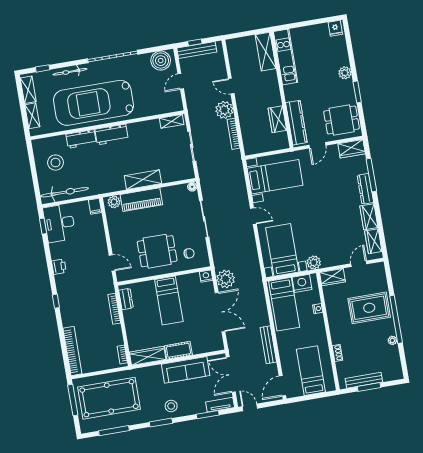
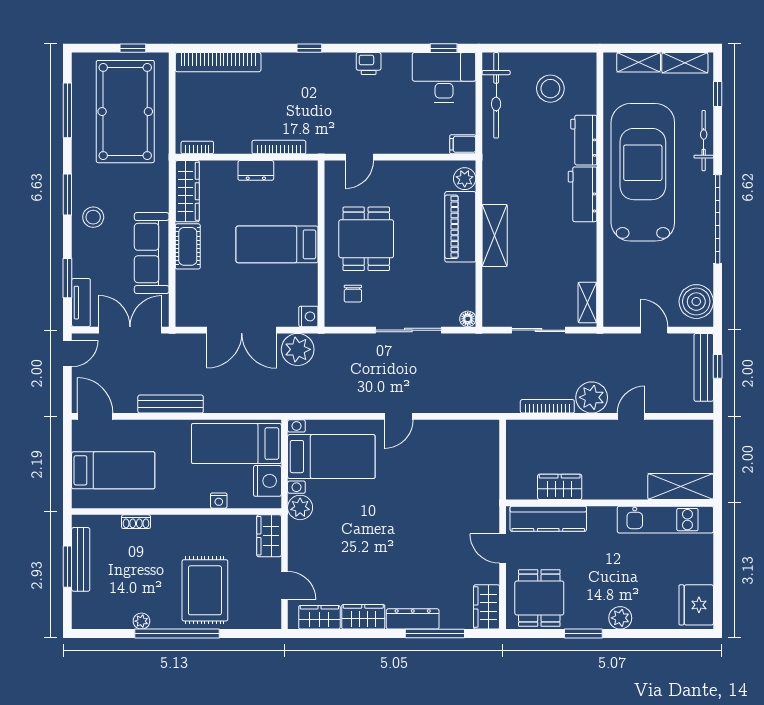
fridge: (335, 28) -> (696, 605), width x1.88, depth x1.34
bed with nightstands: (275, 177) -> (461, 466), removed
dresser: (126, 299) -> (256, 170), moved
window: (73, 400) -> (133, 48), width x0.46

